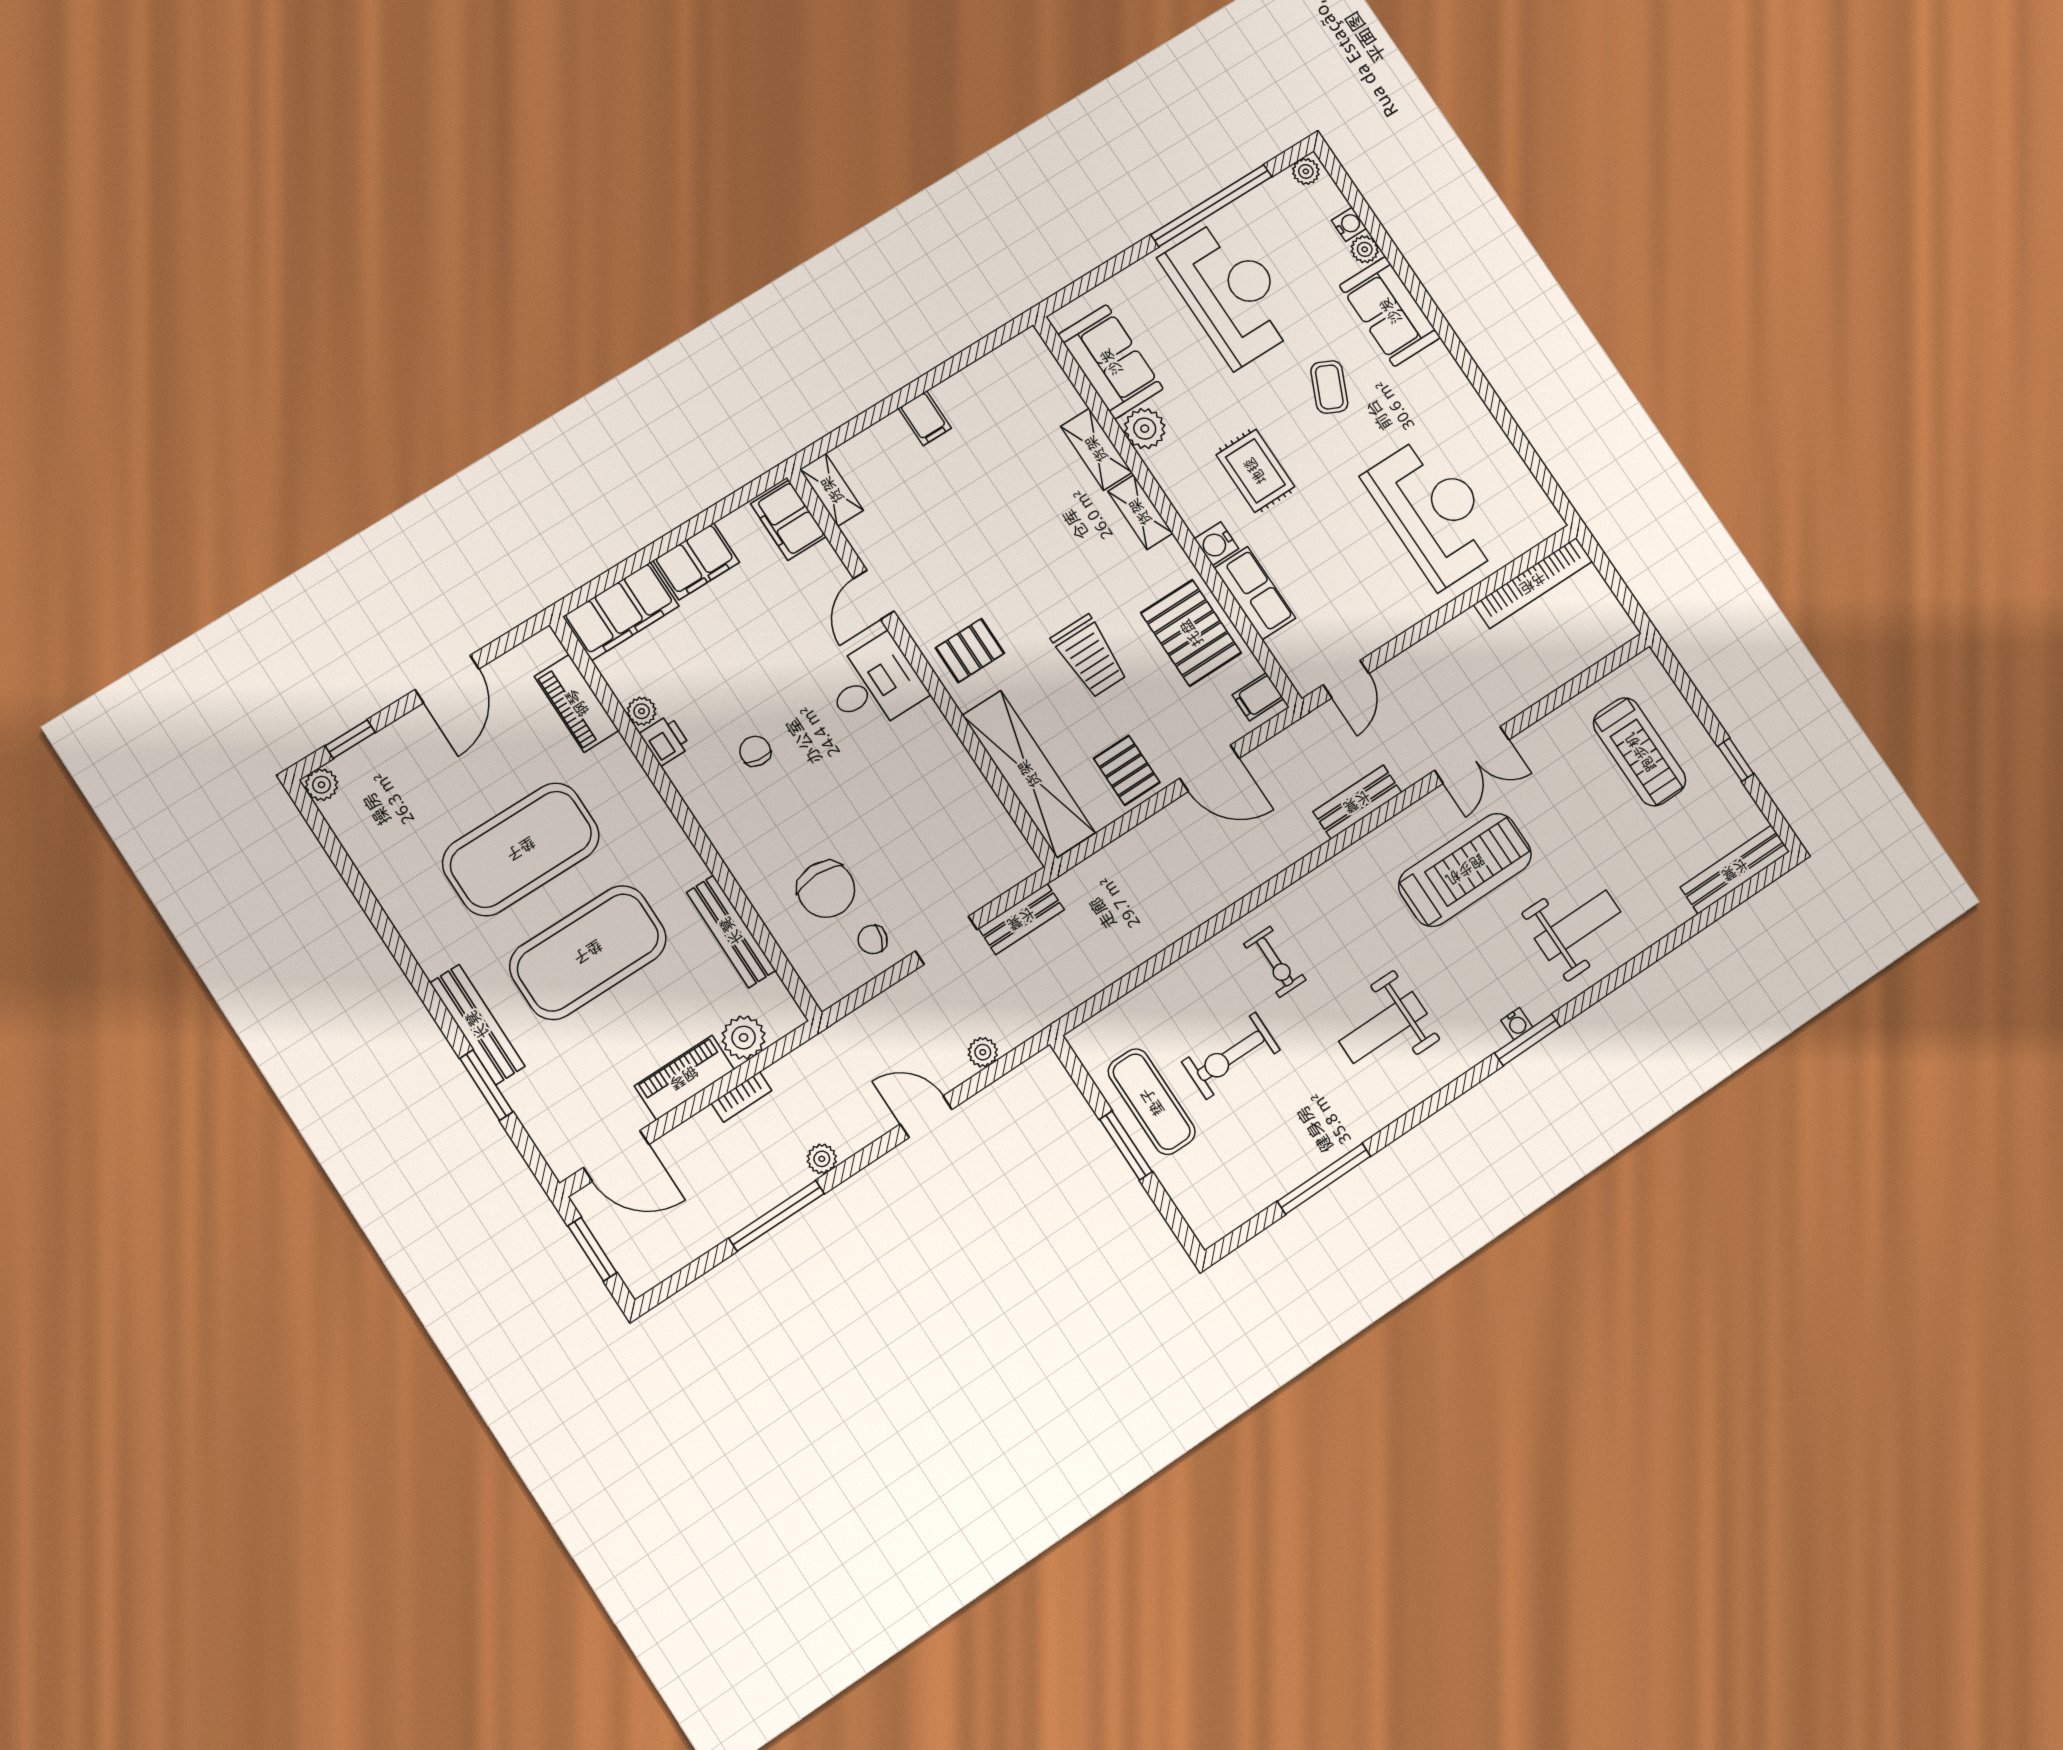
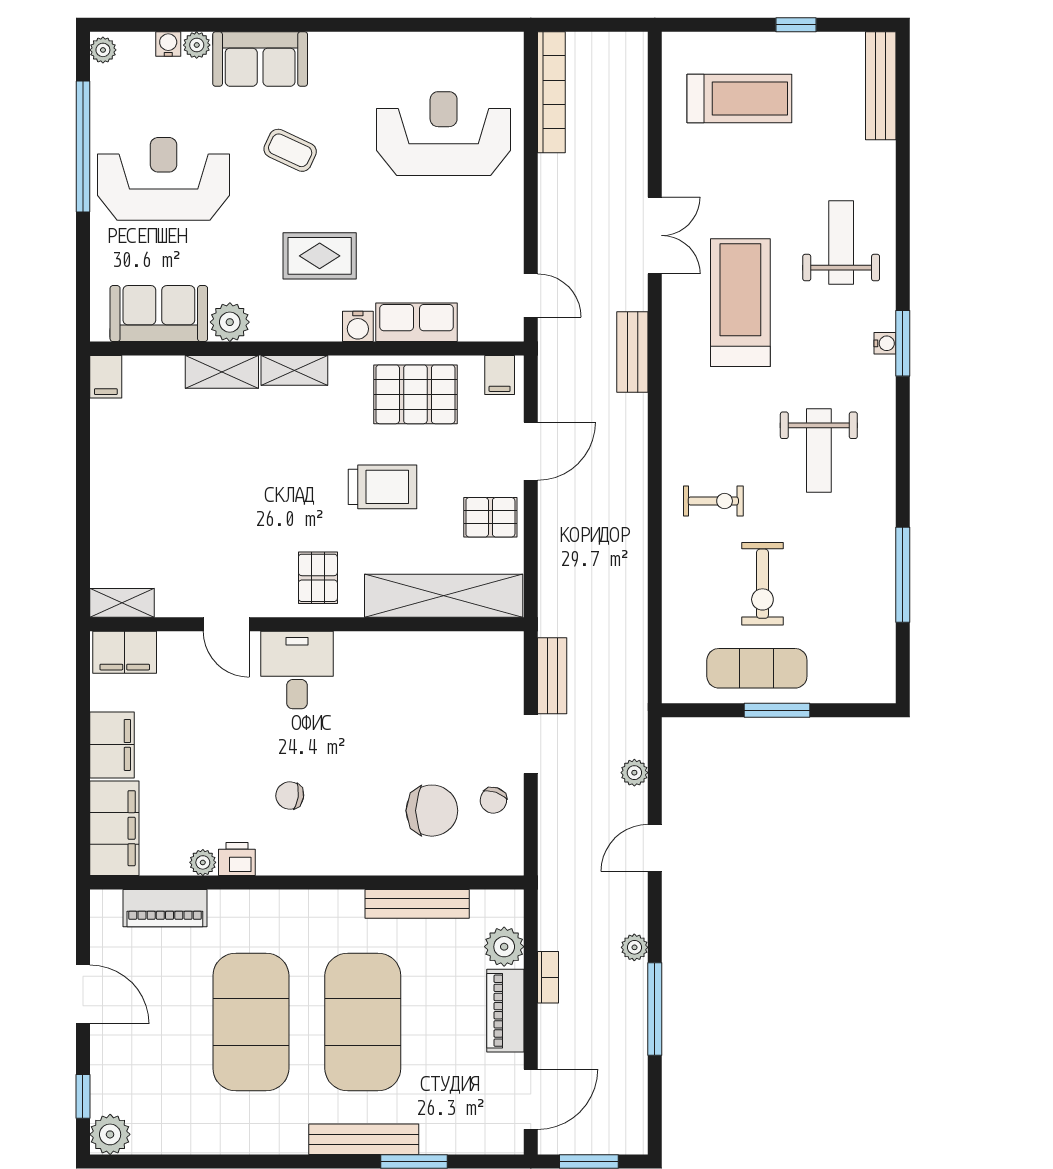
filing cabinet: (925, 418) -> (106, 377), moved, turned 90
plant: (321, 785) -> (110, 1134), width x1.38, depth x1.38

